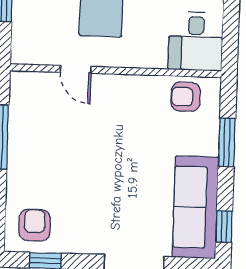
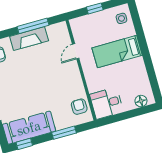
fireplace: (22, 152) -> (29, 39), added

